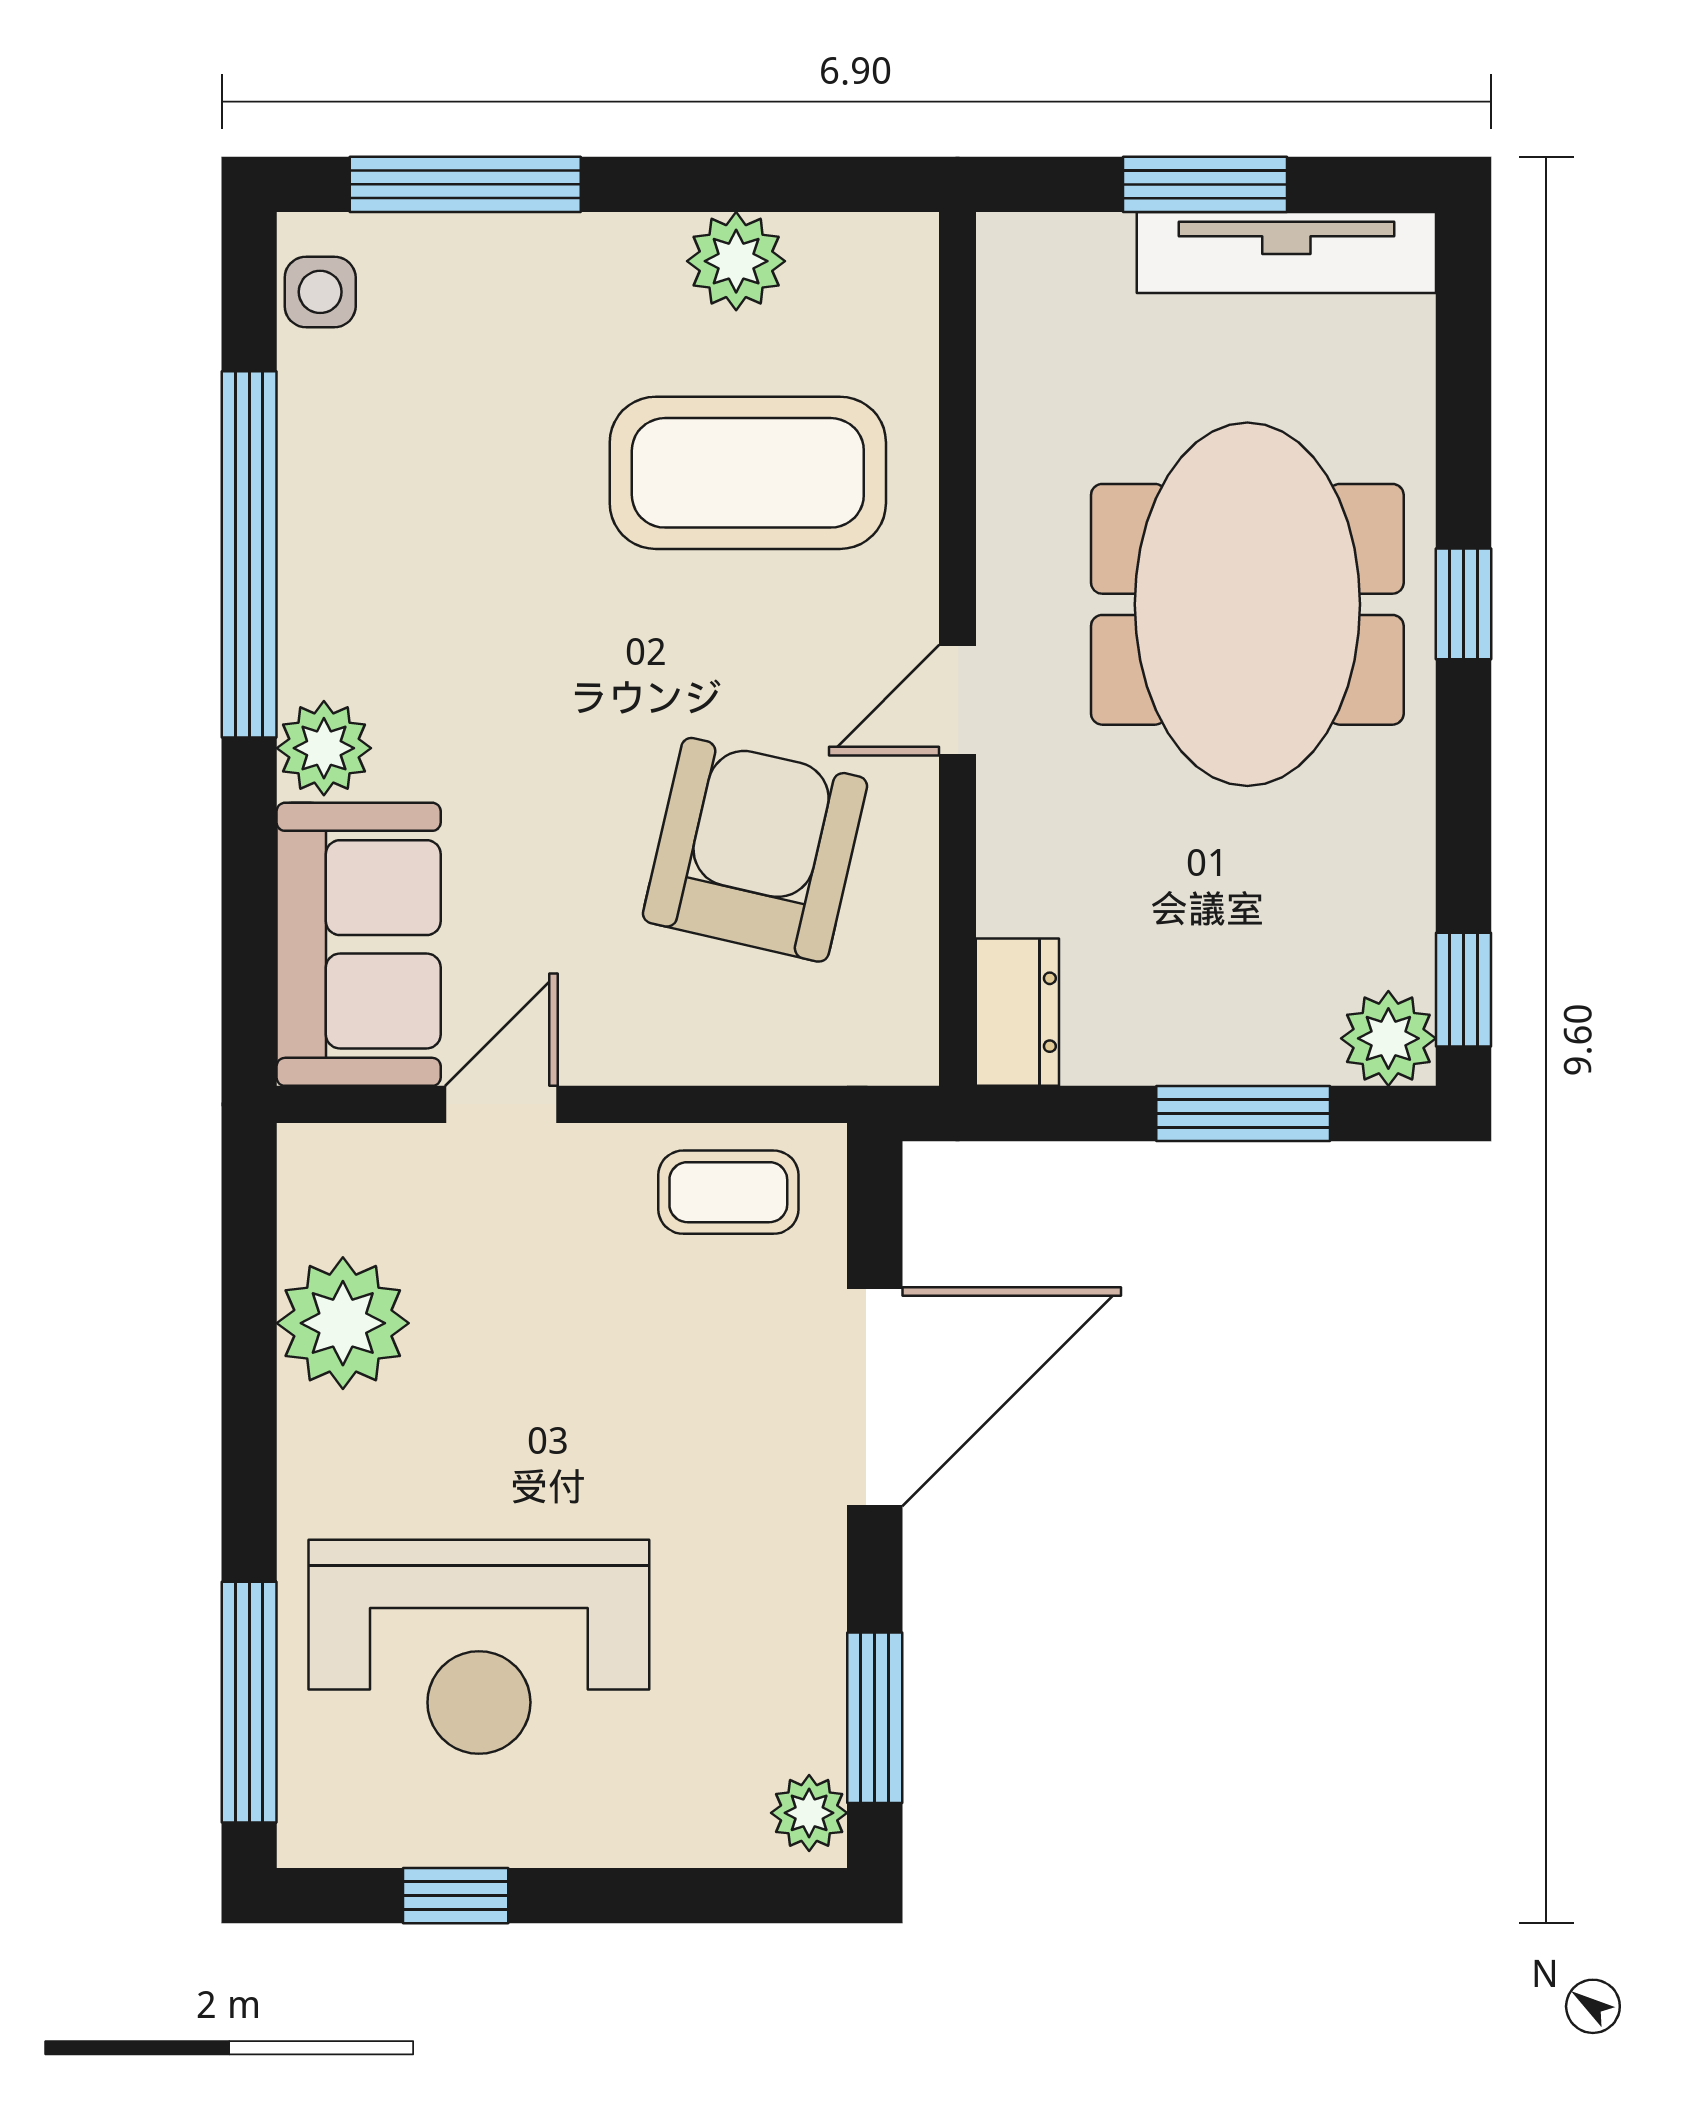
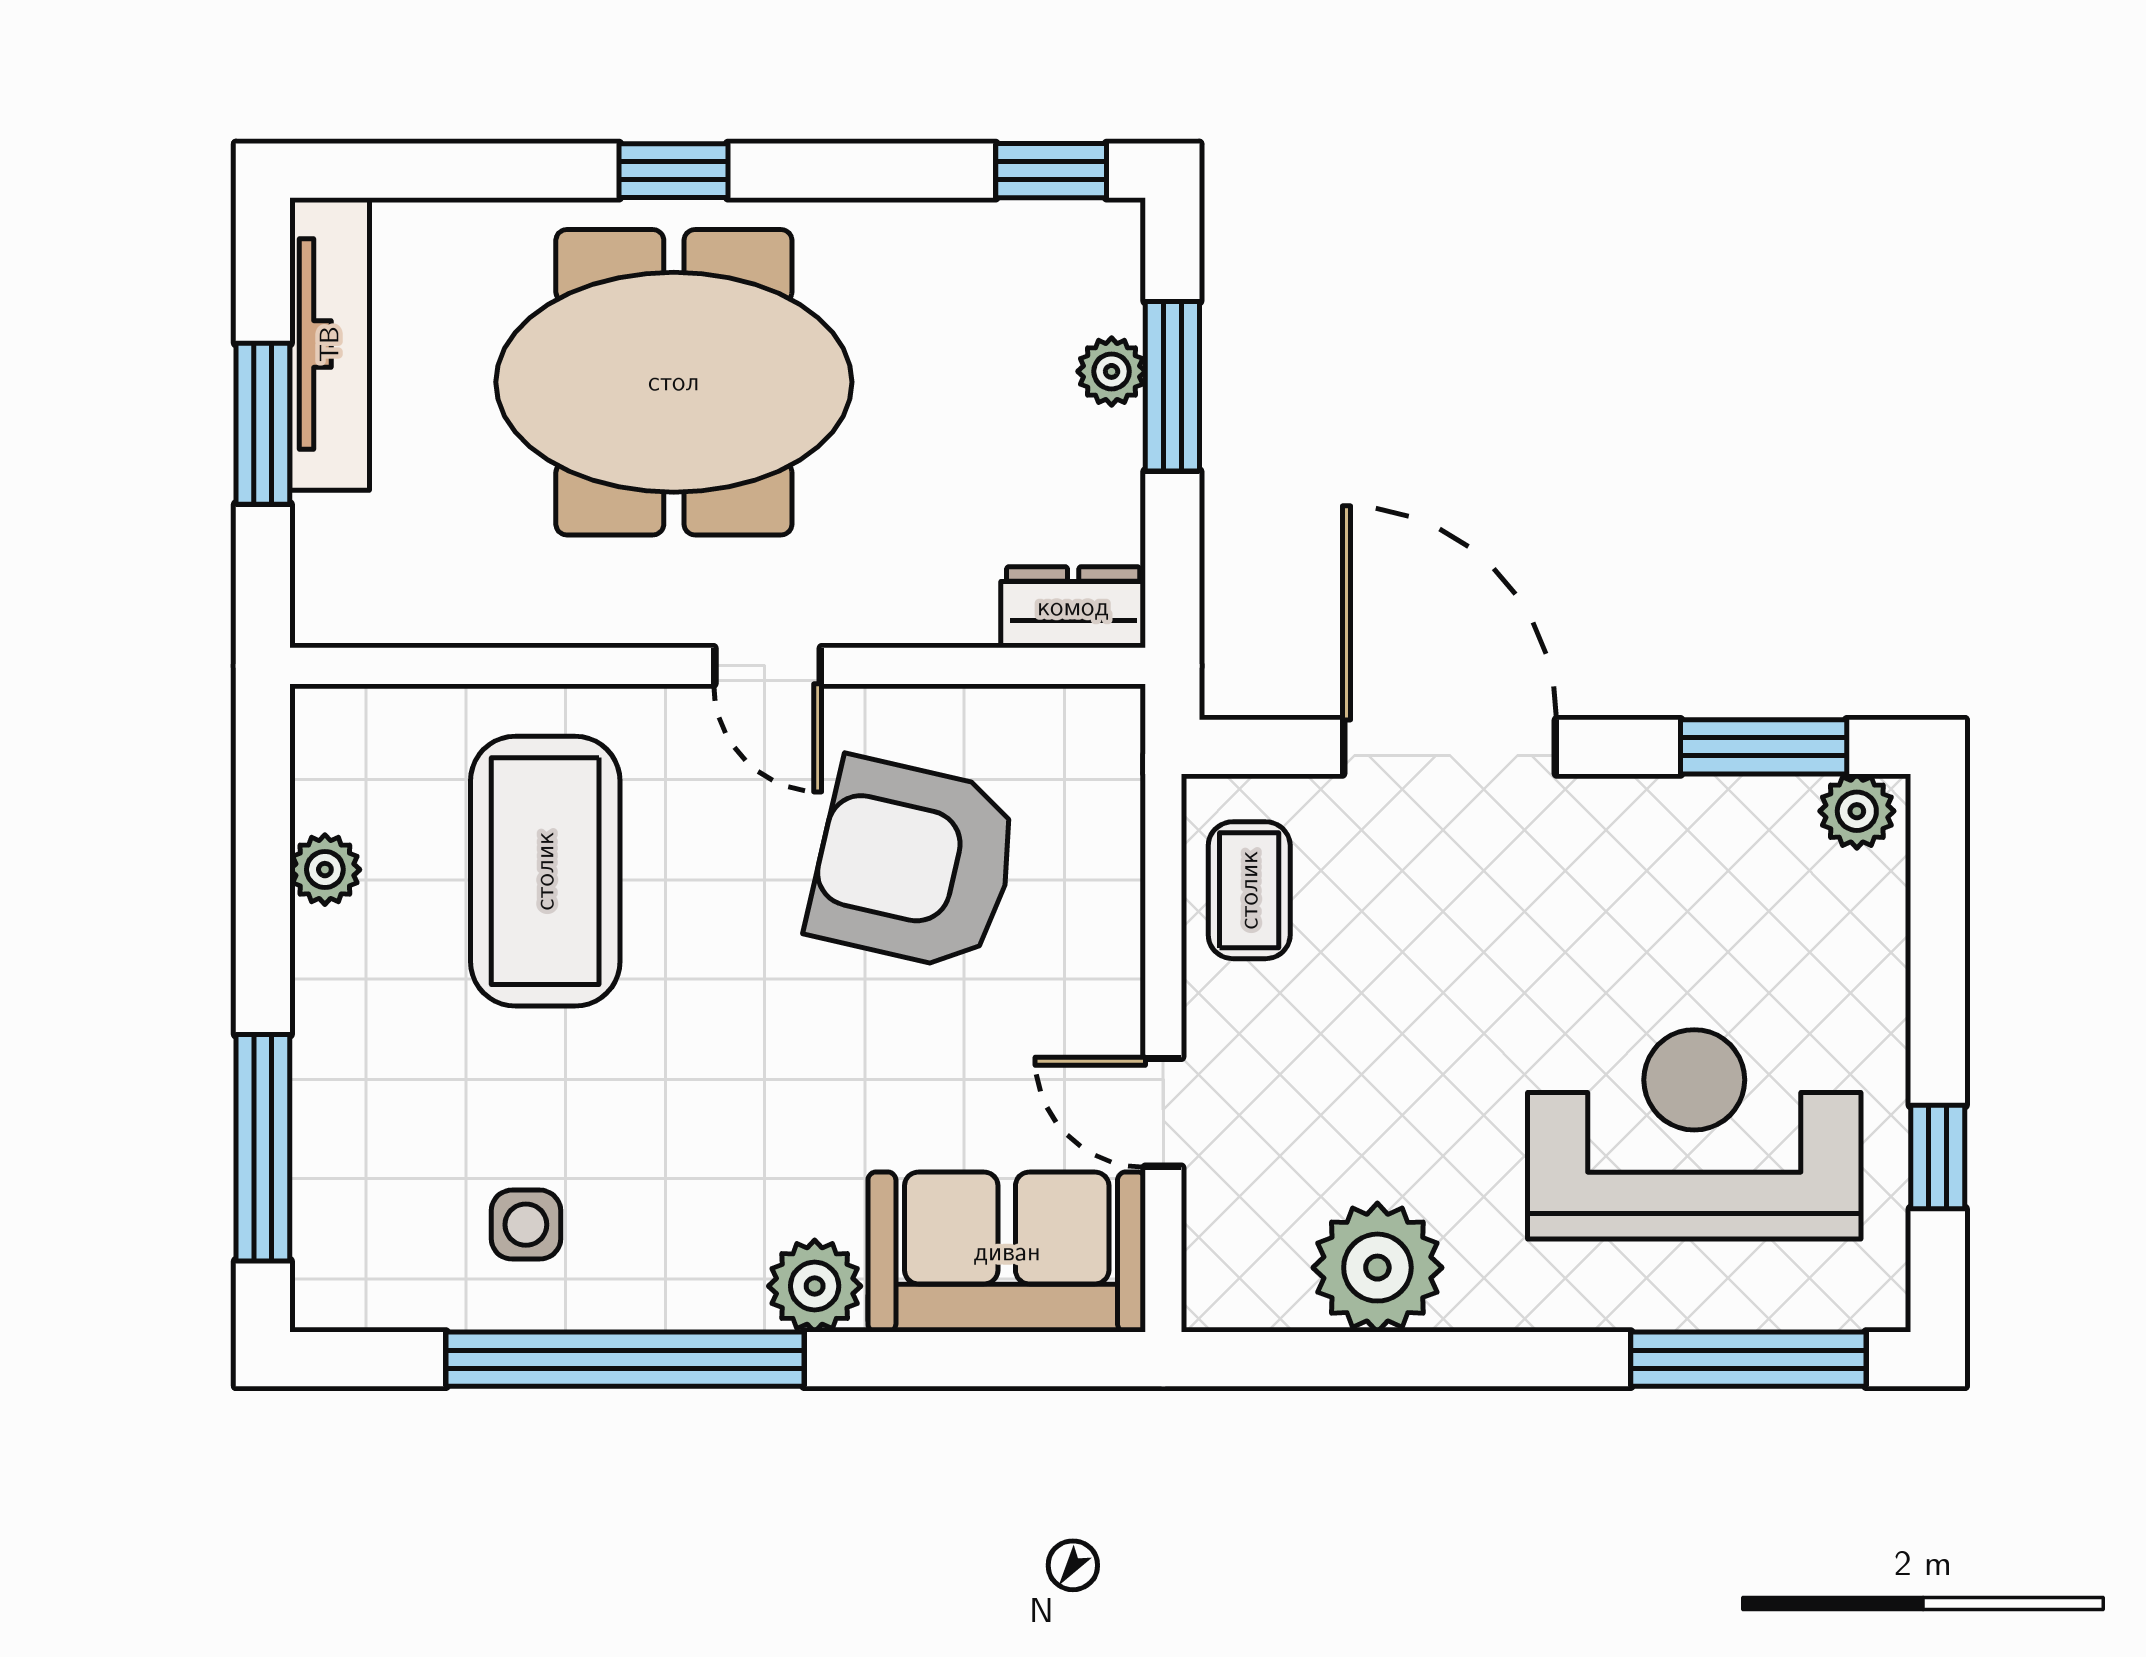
plant: (736, 261) -> (325, 870), width x0.73, depth x0.73
side table: (320, 292) -> (526, 1225), moved
plant: (1388, 1038) -> (1112, 371), moved, width x0.73, depth x0.73
reception desk: (479, 1647) -> (1694, 1134), turned -90

